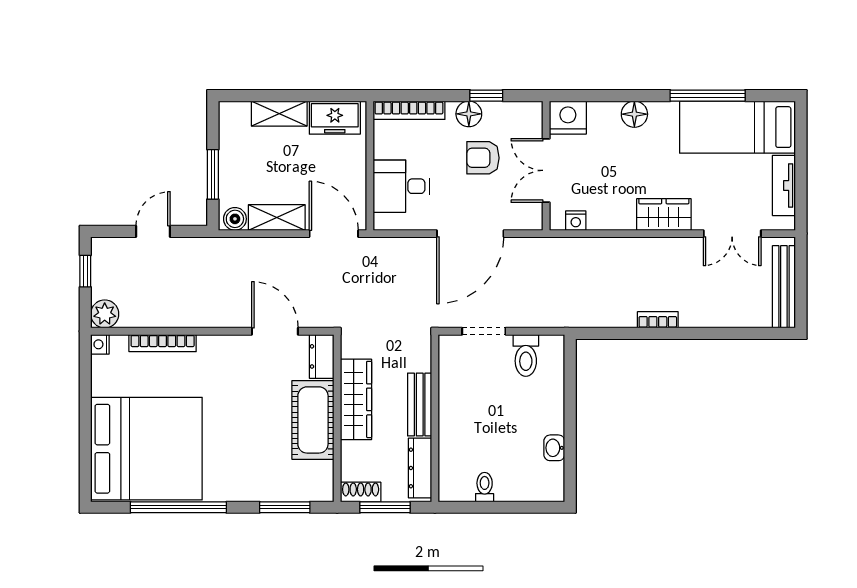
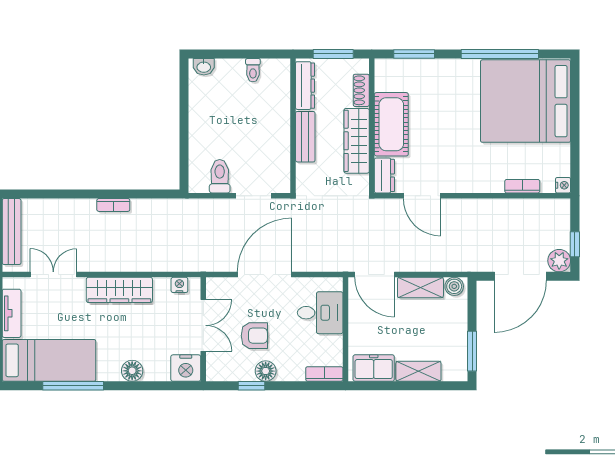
bookcase: (409, 110) -> (324, 374), width x0.64
window: (213, 174) -> (472, 351), moved
wardrobe: (664, 214) -> (119, 290), width x1.50
door: (153, 231) -> (520, 276), width x1.88
plant: (105, 314) -> (559, 261), moved
bookcase: (163, 343) -> (522, 186), width x0.64
washbasin: (554, 448) -> (204, 67), moved, turned 90
shoe rack: (361, 492) -> (361, 90), moved, turned 90

